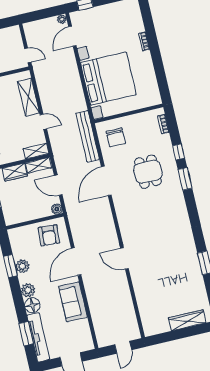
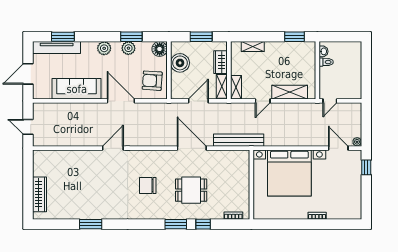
chair: (116, 137) -> (148, 185), moved
boiler: (57, 209) -> (180, 63), moved, width x1.86, depth x1.86
sofa: (73, 302) -> (77, 89), width x1.36
floor lamp: (32, 305) -> (160, 49), moved

